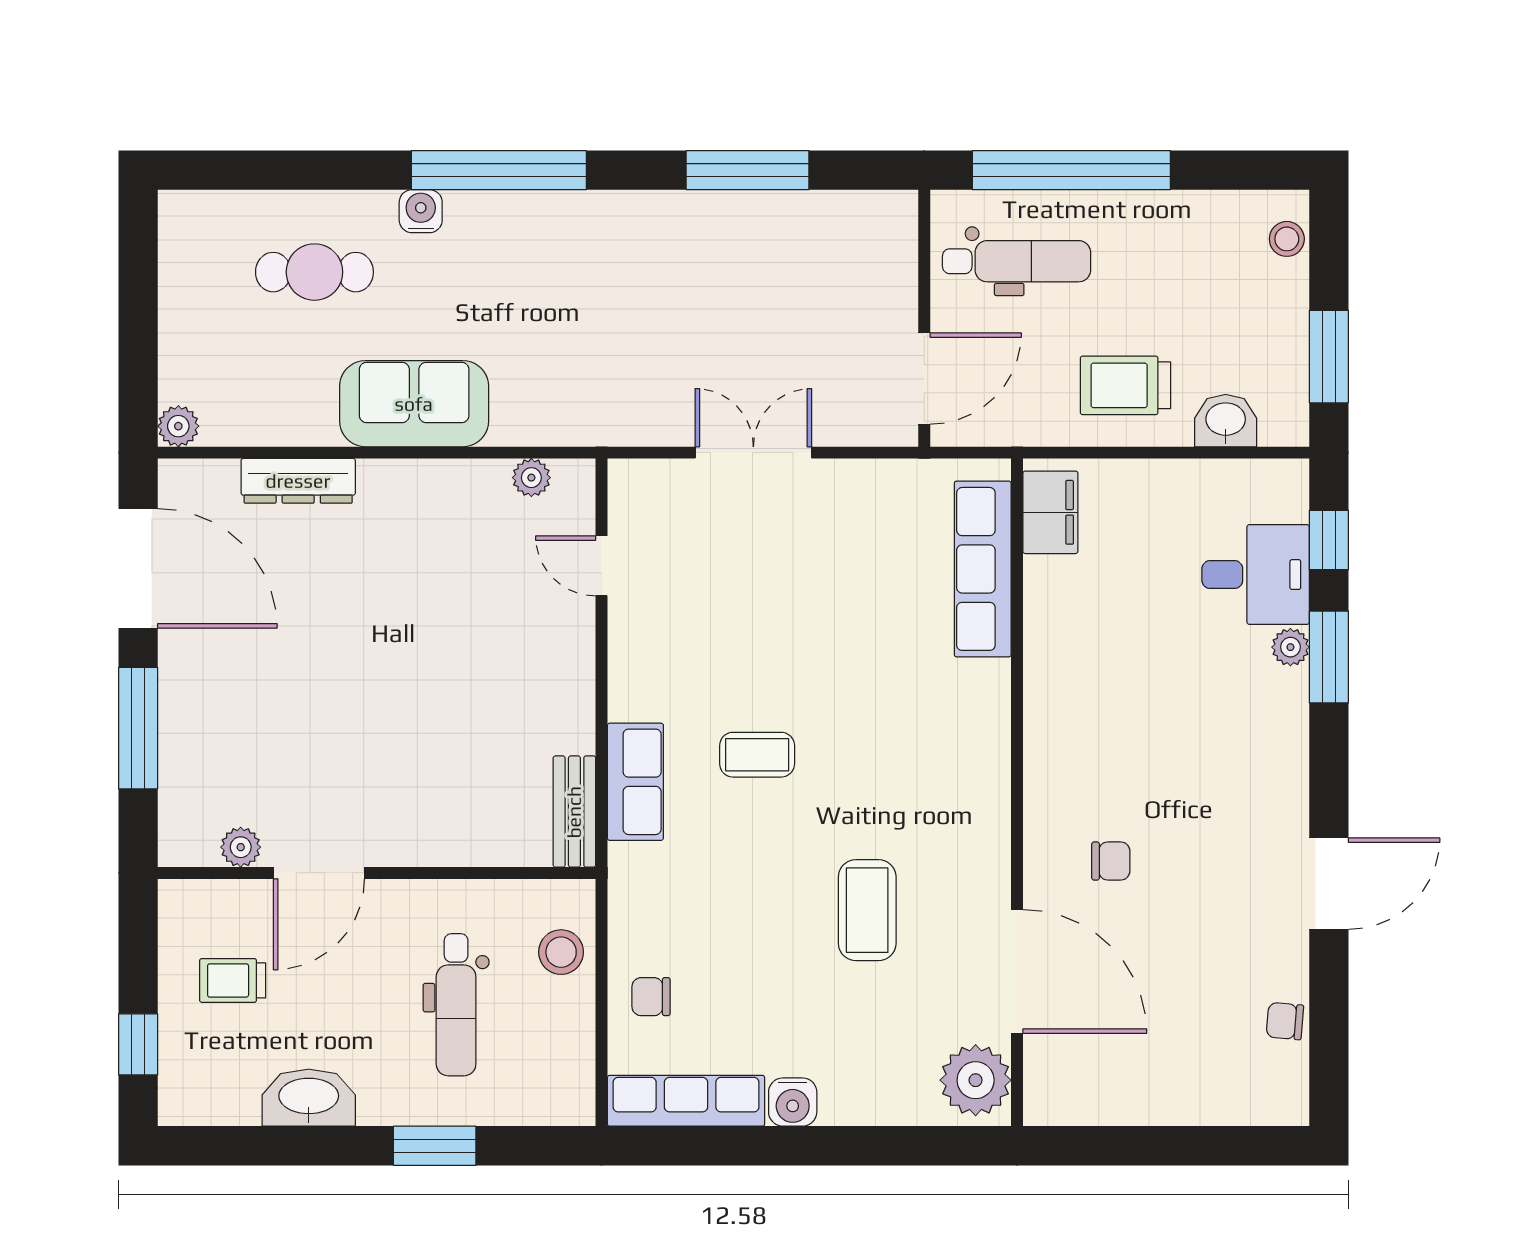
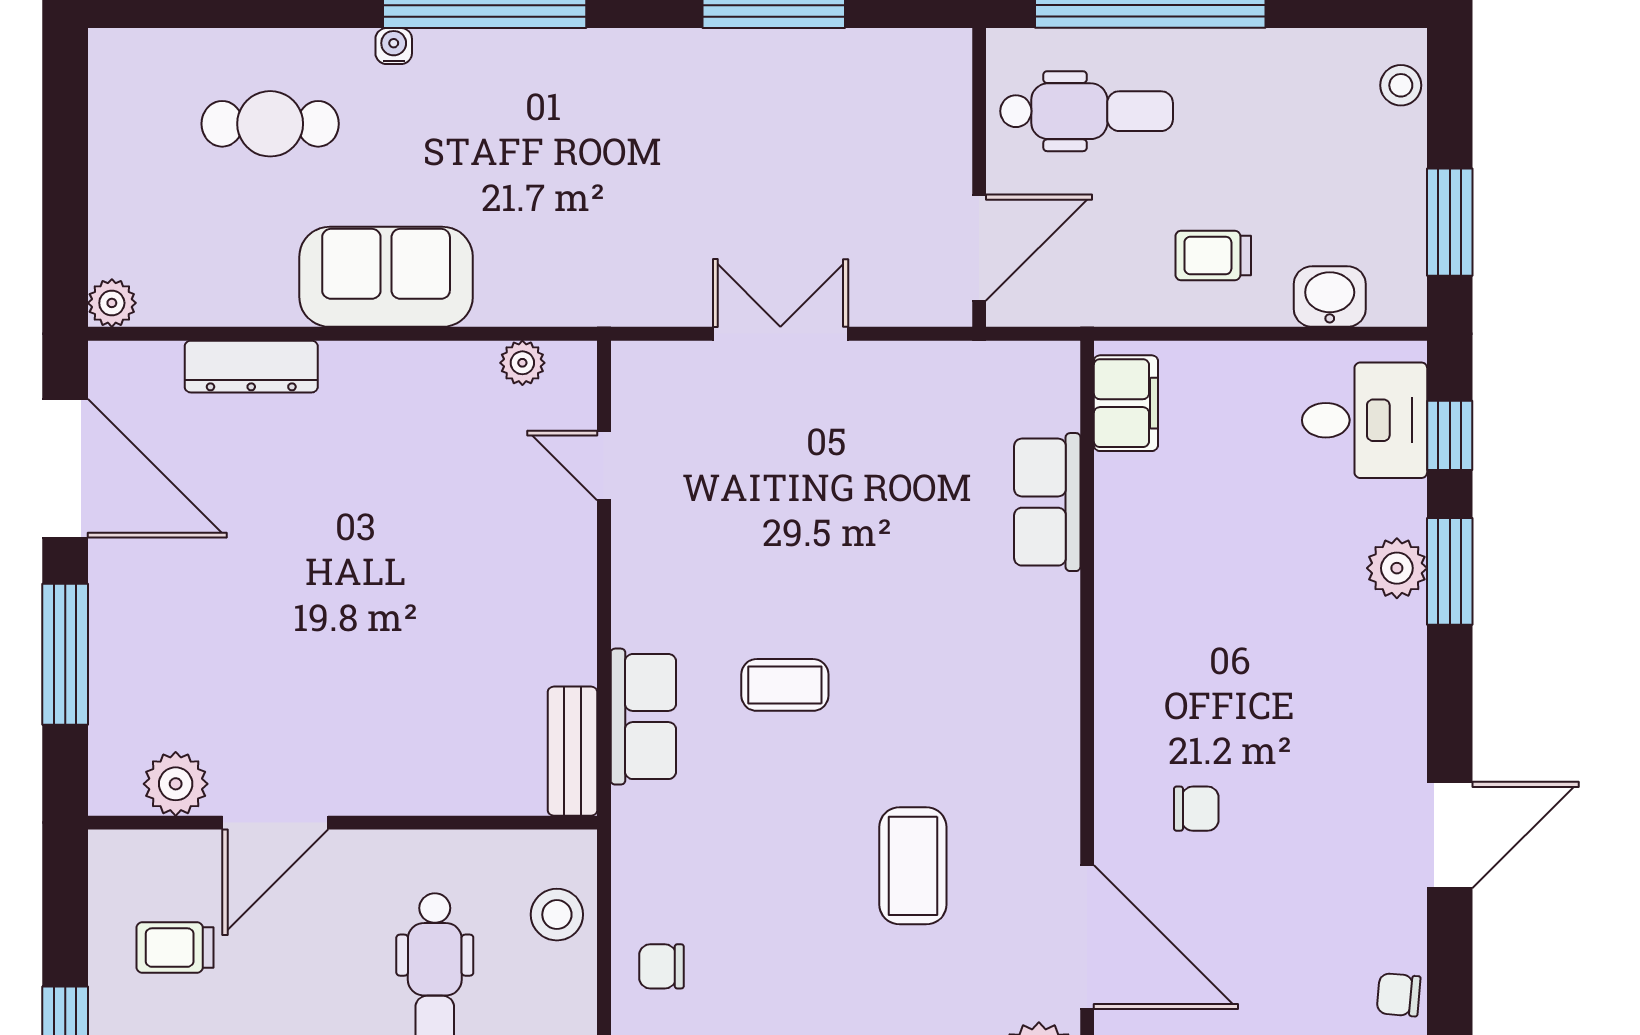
water cooler: (421, 211) -> (394, 46), width x0.72, depth x0.72
trolley: (1125, 385) -> (1213, 256), width x0.73, depth x0.72
row of seats: (983, 569) -> (1047, 502), width x0.68
desk: (1256, 575) -> (1365, 420), moved
plant: (1290, 647) -> (1397, 568), width x1.38, depth x1.38
plant: (241, 847) -> (176, 784), width x1.38, depth x1.38

